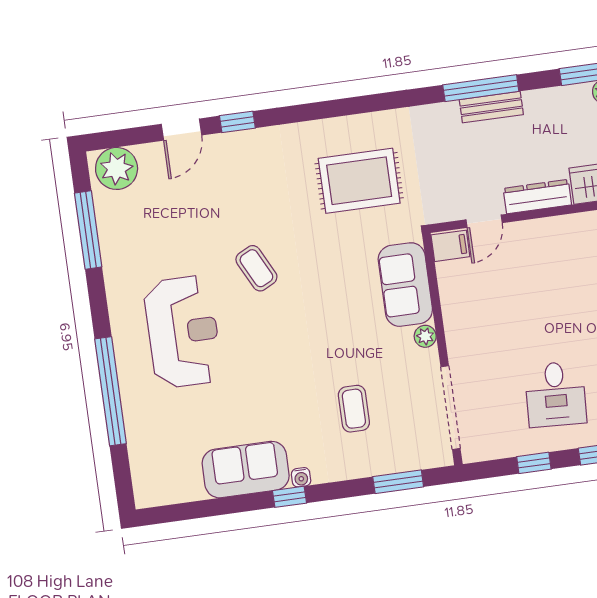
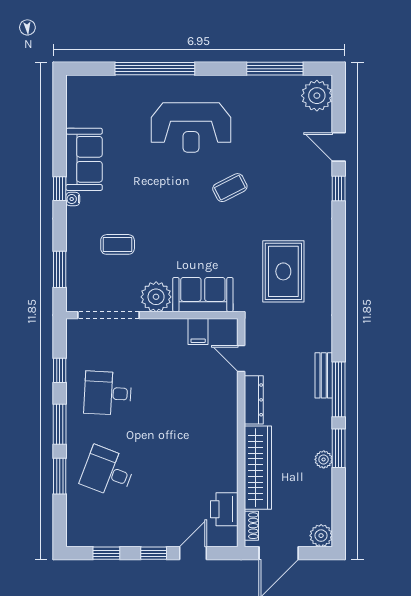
window: (481, 88) -> (339, 389), moved
filing cabinet: (450, 246) -> (198, 331), moved
plant: (425, 336) -> (156, 297), width x1.88, depth x1.88

